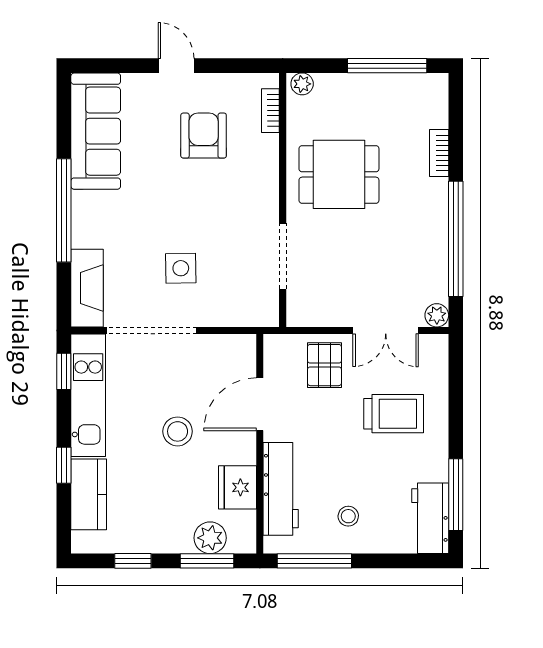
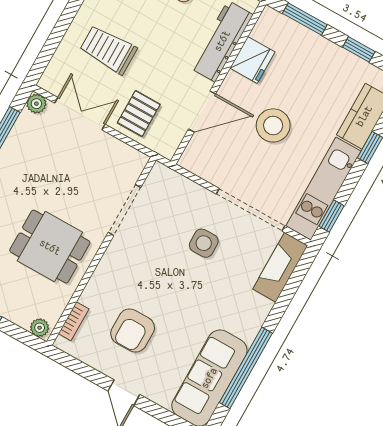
window: (64, 210) -> (246, 368), moved
stool: (178, 431) -> (273, 125), width x1.38, depth x1.38
plant: (210, 538) -> (293, 35), removed

